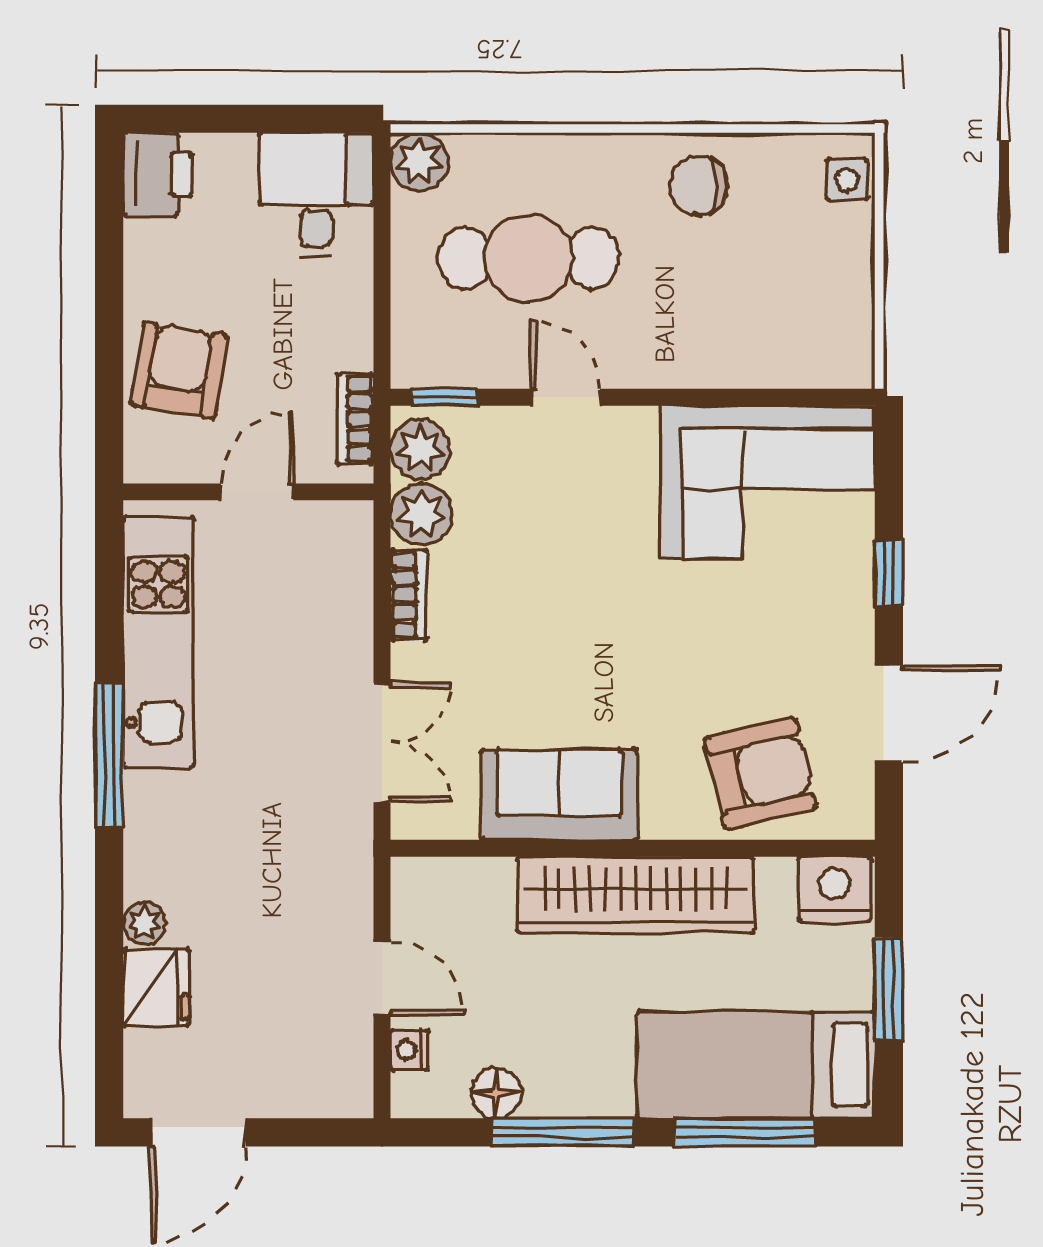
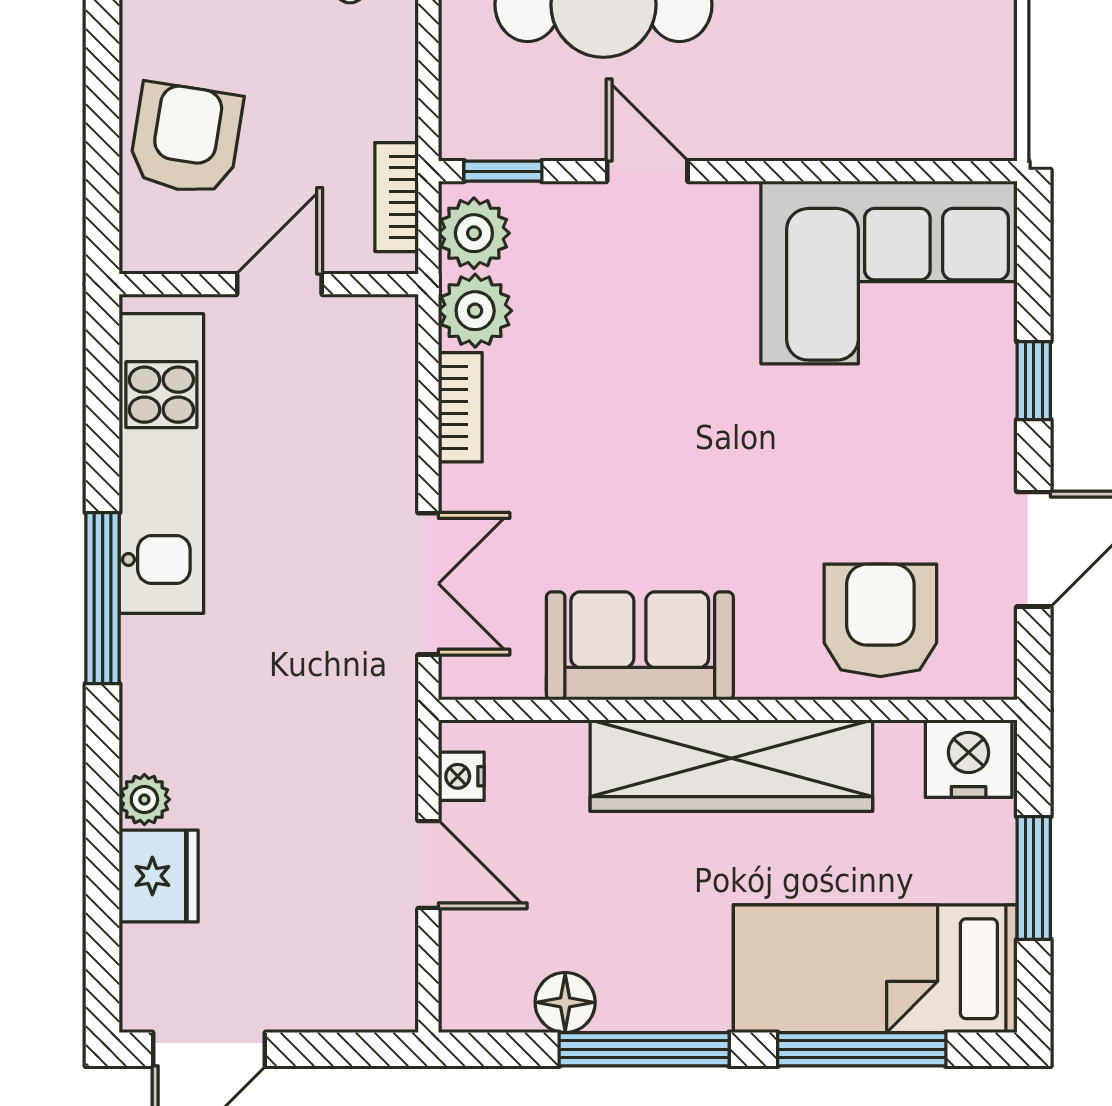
armchair: (760, 773) -> (880, 620), turned -77
nightstand: (410, 1050) -> (461, 776), moved

